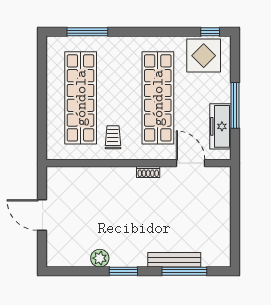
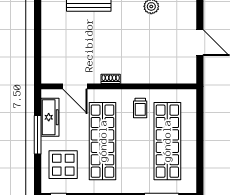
display table: (204, 56) -> (63, 165), moved

